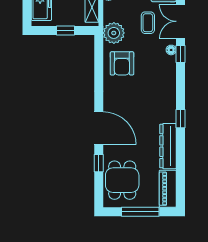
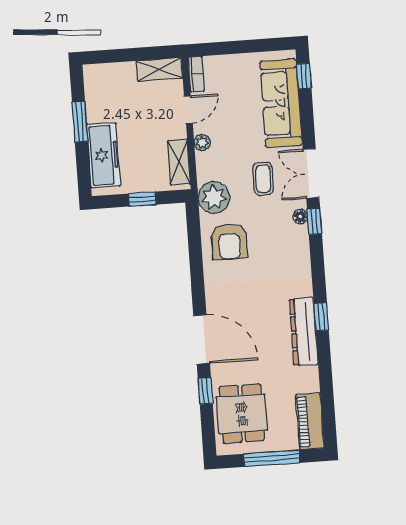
dresser: (168, 146) -> (304, 332), moved

